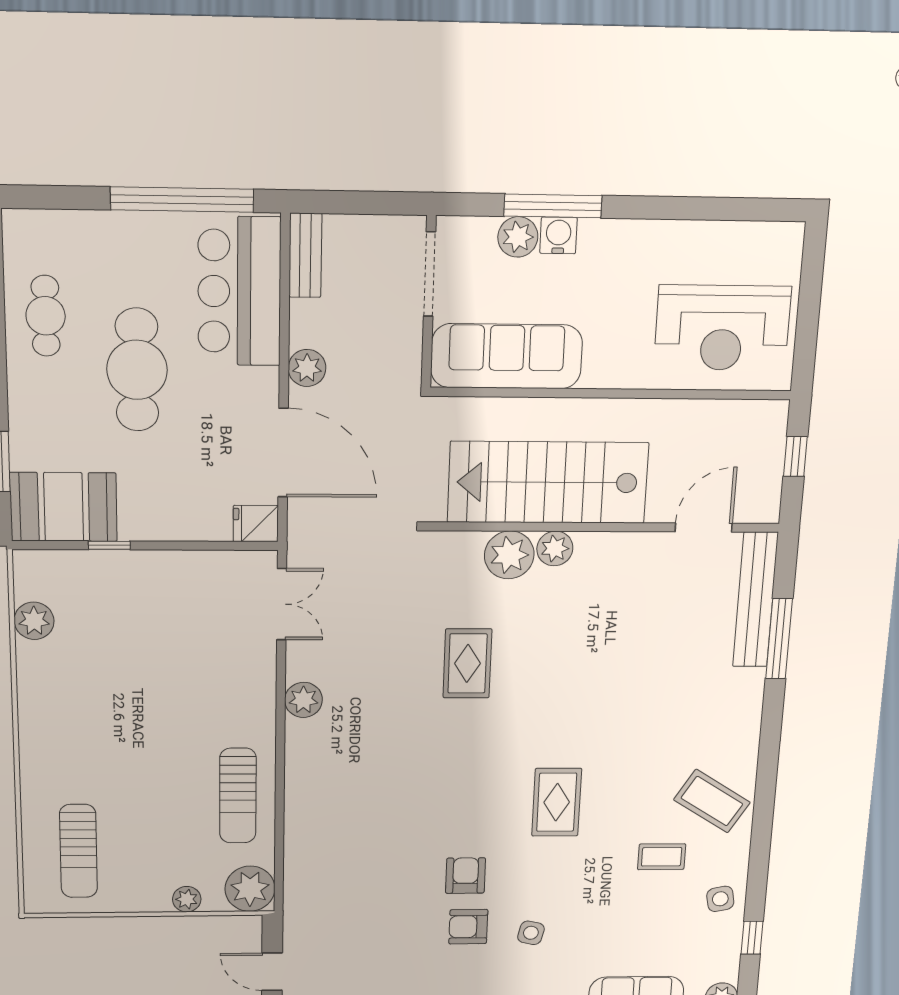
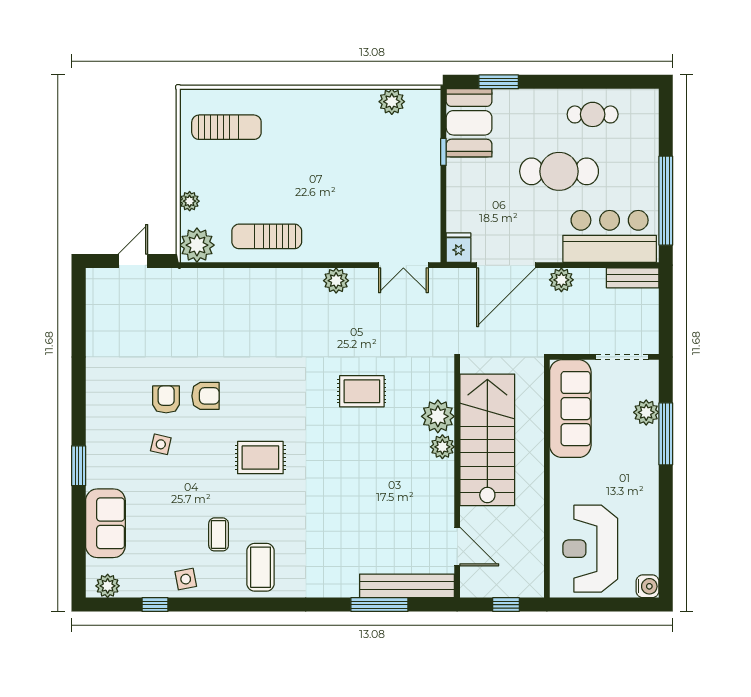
water cooler: (558, 235) -> (647, 586), moved
coffee table: (712, 801) -> (261, 567), turned -32
sun lounger: (78, 851) -> (226, 127), turned 180

